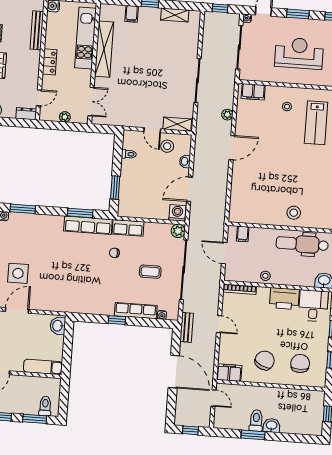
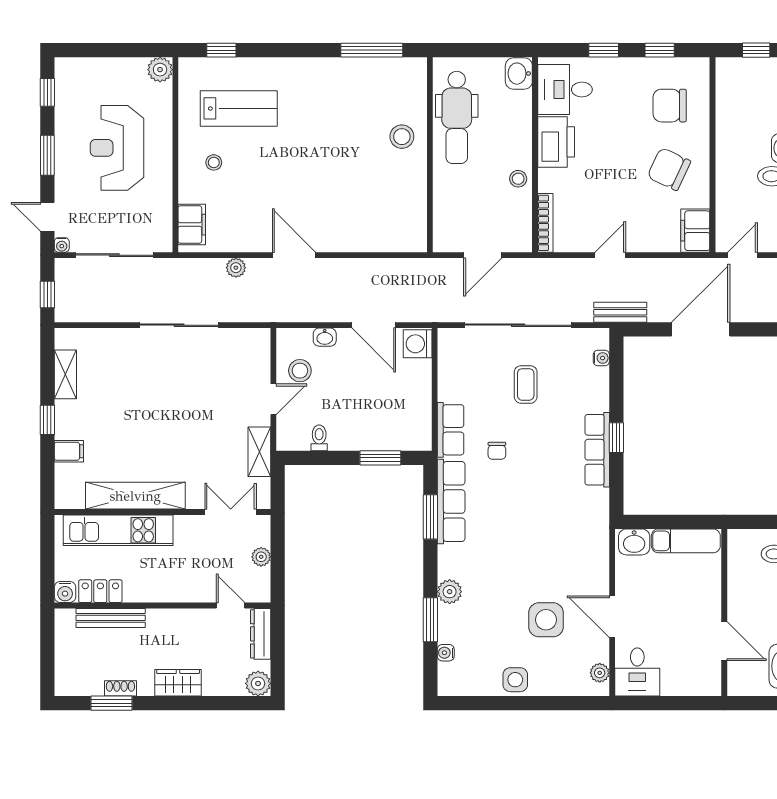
locker: (50, 62) -> (100, 591), moved
dresser: (26, 114) -> (261, 634), width x1.44
shelving: (177, 124) -> (259, 452), moved
plant: (178, 231) -> (450, 592), moved
filing cabinet: (243, 234) -> (446, 225), removed
row of seats: (136, 311) -> (597, 450), moved
exam couch: (43, 367) -> (686, 541), moved, turned -90

